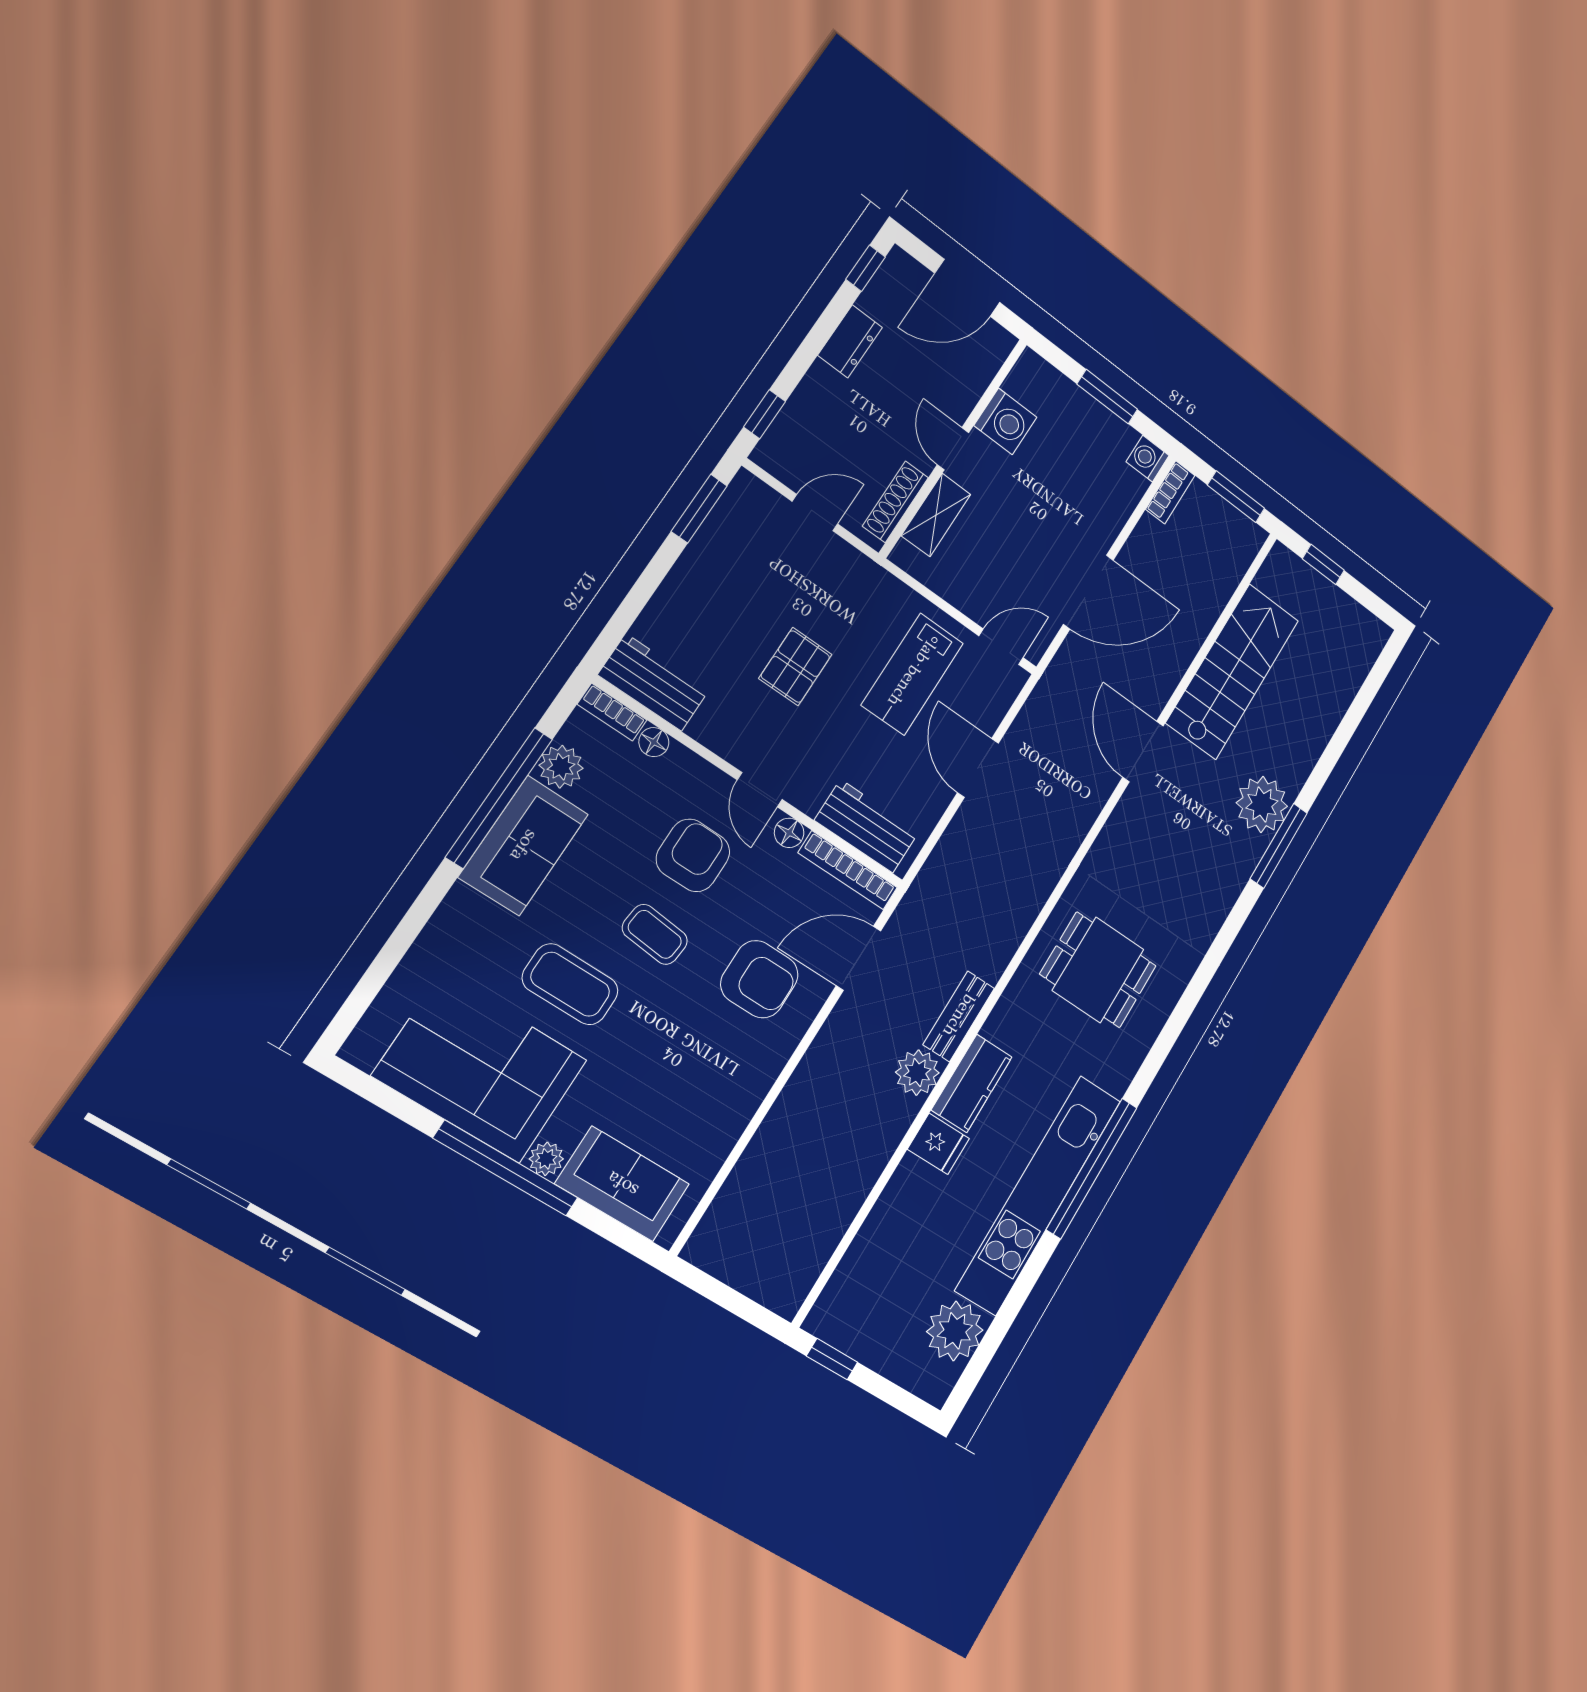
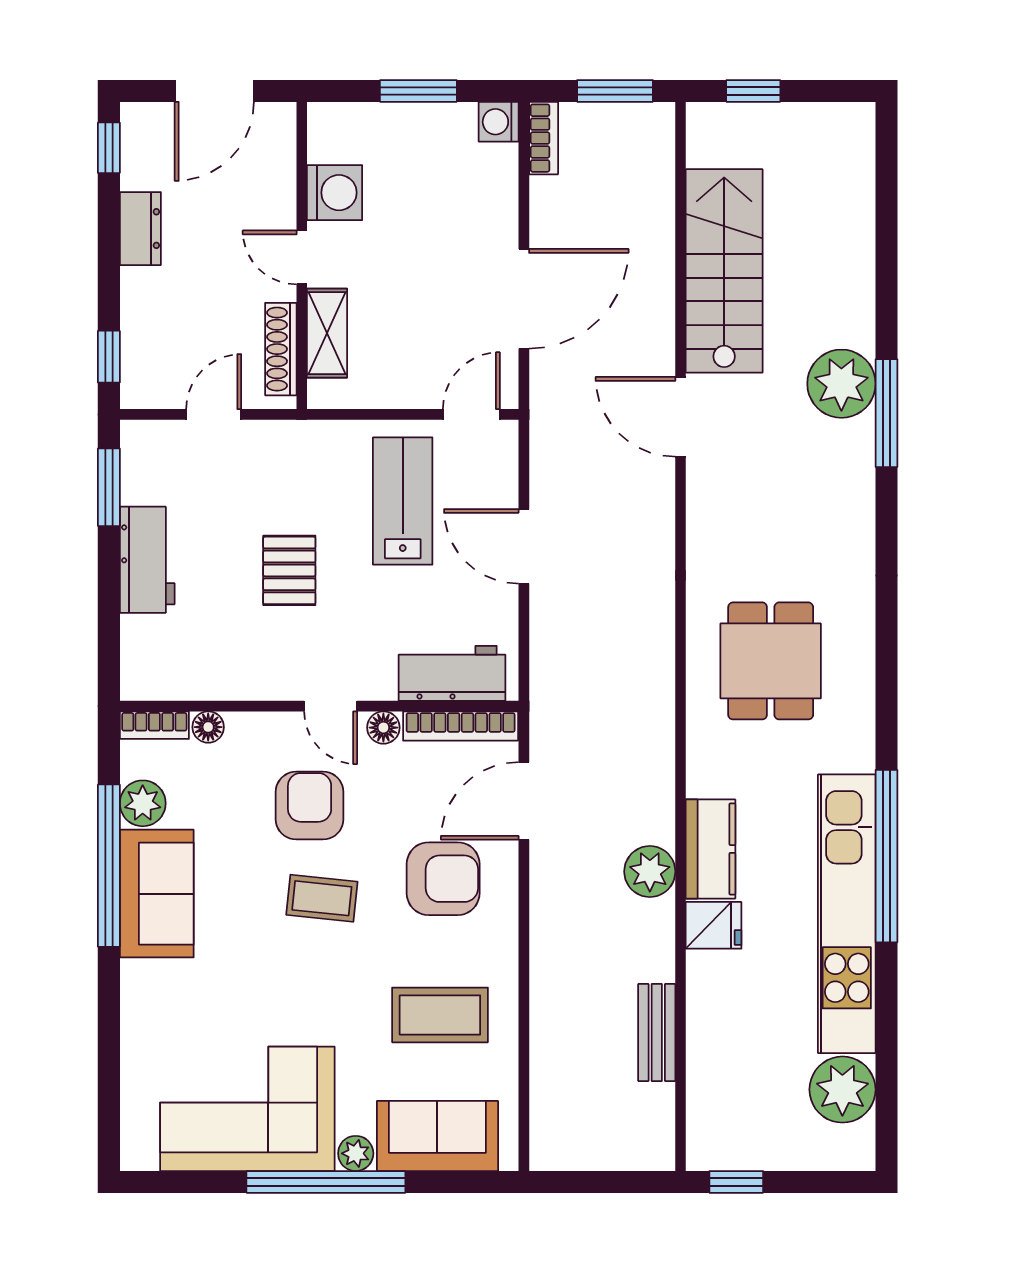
lab bench: (912, 674) -> (403, 501), turned 180
workbench: (654, 682) -> (147, 560), moved, turned 90
dining table: (1098, 970) -> (771, 661), turned 90
coffee table: (570, 984) -> (440, 1015), moved
bench: (959, 1016) -> (657, 1032), moved

